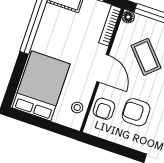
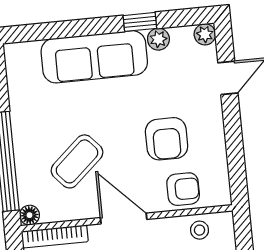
door: (103, 68) -> (124, 219), hinge flipped

